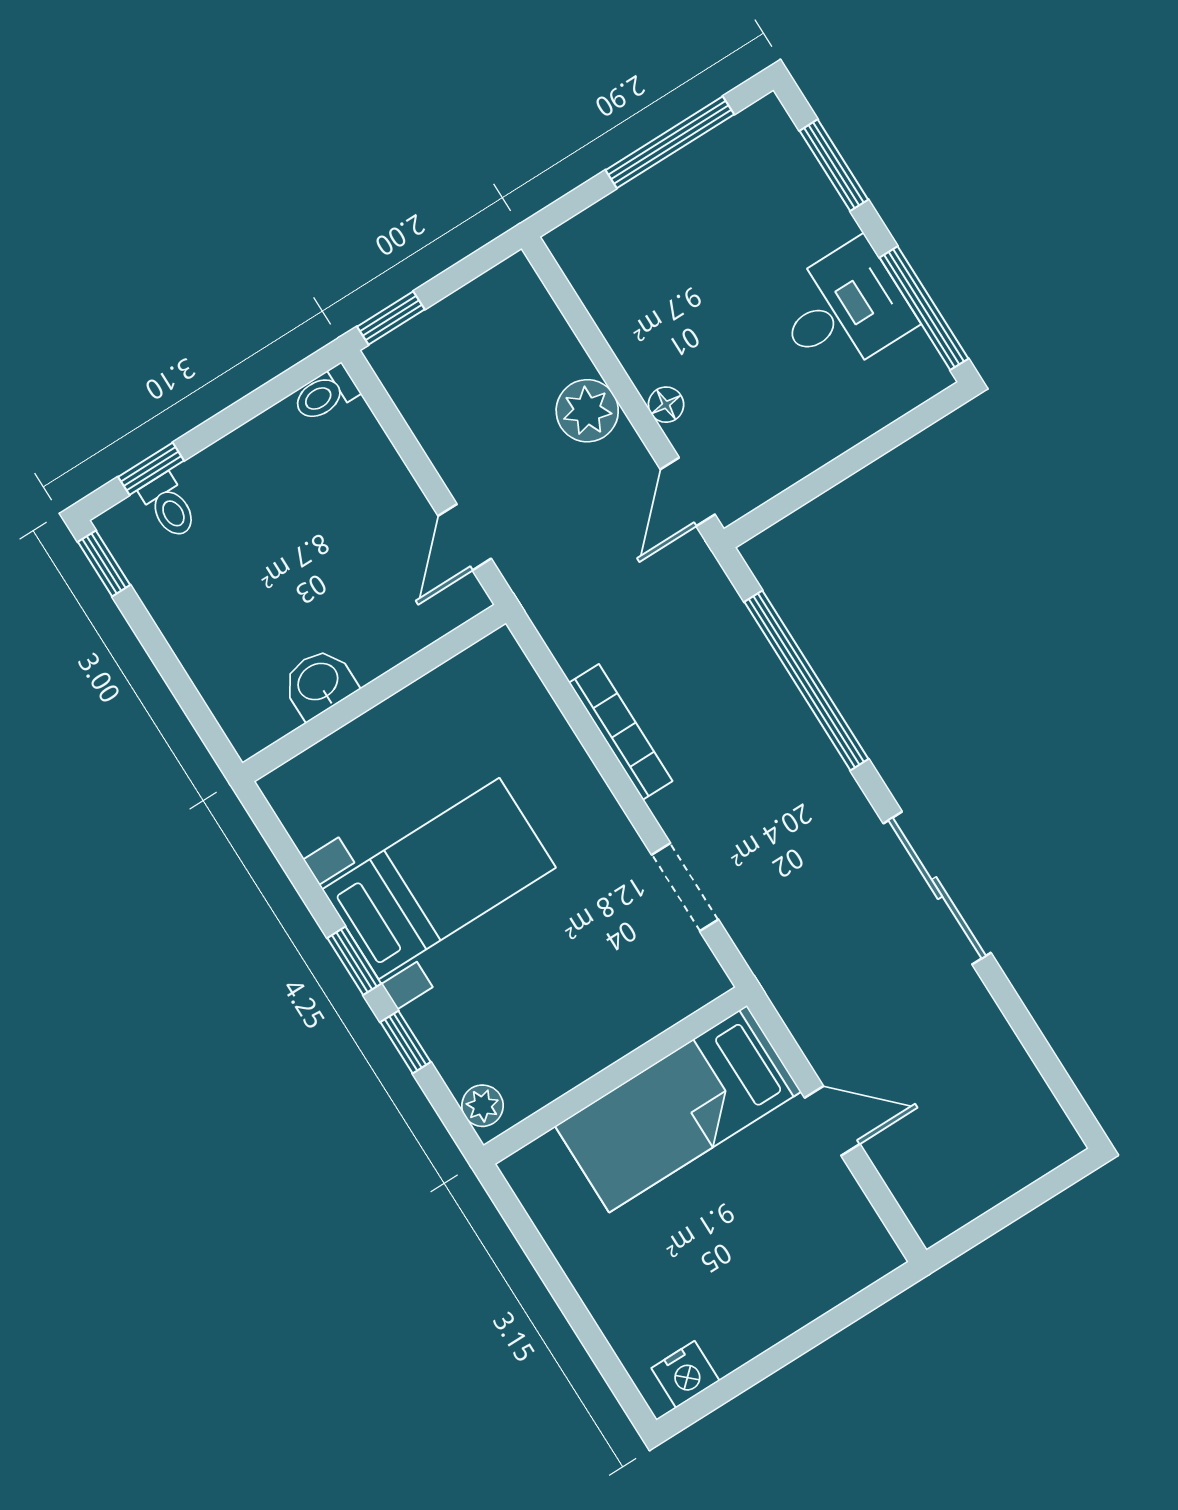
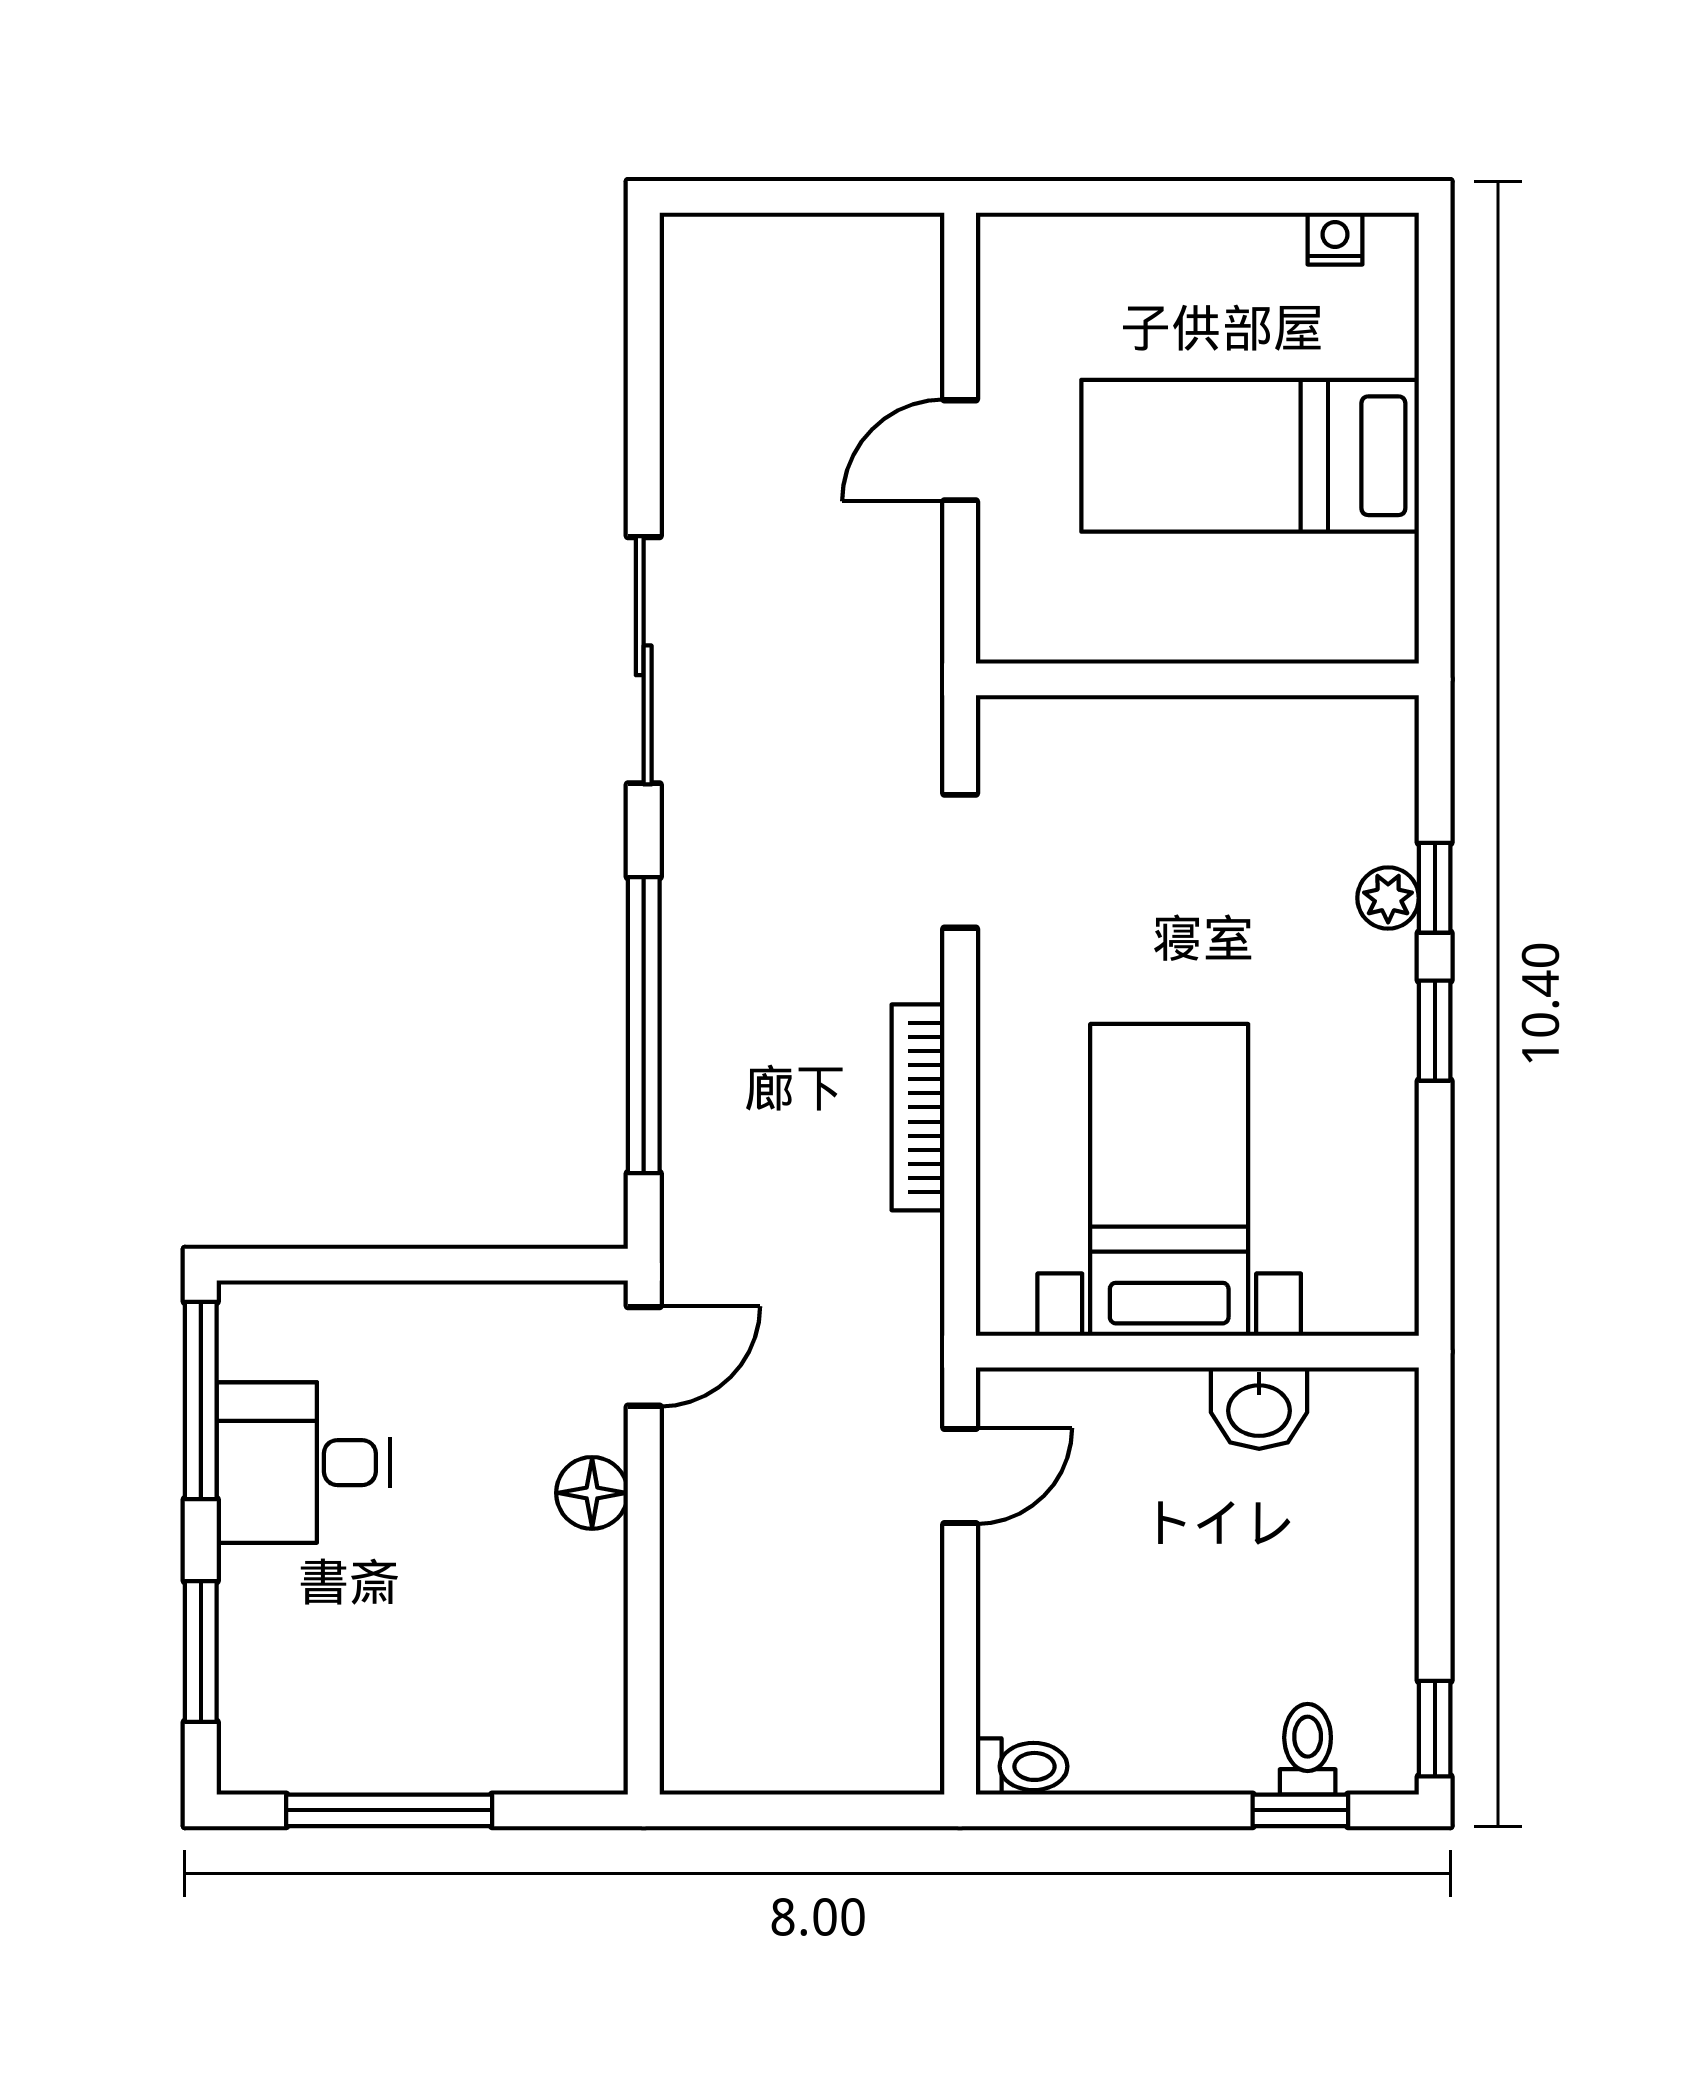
window: (391, 318) -> (879, 1810), removed
floor lamp: (666, 405) -> (592, 1493), width x1.37, depth x1.37
plant: (587, 411) -> (706, 1538), removed
bed with nightstands: (439, 879) -> (1169, 1180), moved, turned 90
plant: (482, 1106) -> (1388, 898), moved
bed: (678, 1109) -> (1250, 456), moved, turned 180
door: (832, 1121) -> (960, 450), hinge flipped
nightstand: (685, 1374) -> (1335, 239), width x0.72, depth x0.74

